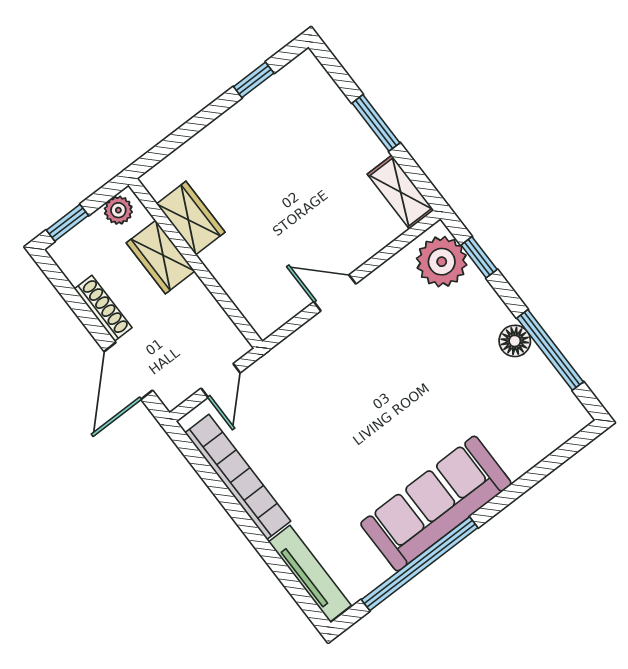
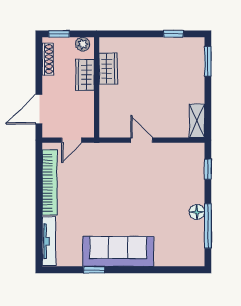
window: (376, 123) -> (208, 61), moved
plant: (442, 262) -> (192, 160), removed
shoe rack: (103, 308) -> (48, 59), moved
window: (420, 564) -> (94, 270), width x0.32

